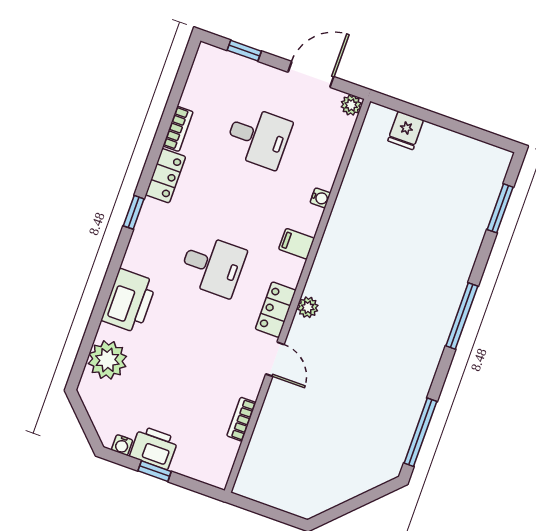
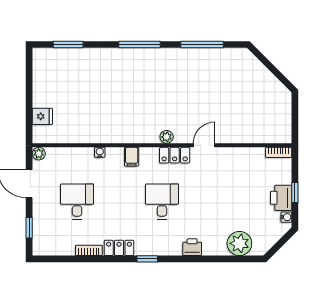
printer: (129, 301) -> (192, 247), width x0.53, depth x0.68
bookcase: (241, 419) -> (279, 152), moved
window: (420, 432) -> (202, 45), moved

